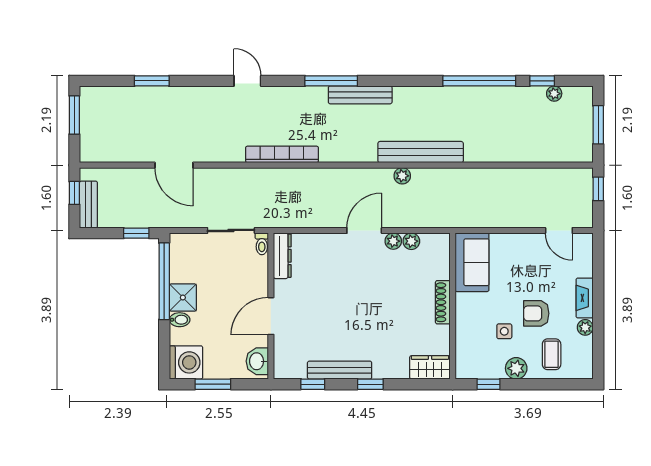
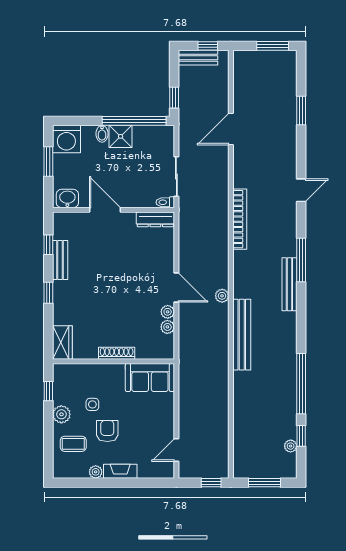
plant: (402, 176) -> (222, 296), moved
bench: (340, 370) -> (60, 260), width x0.73

